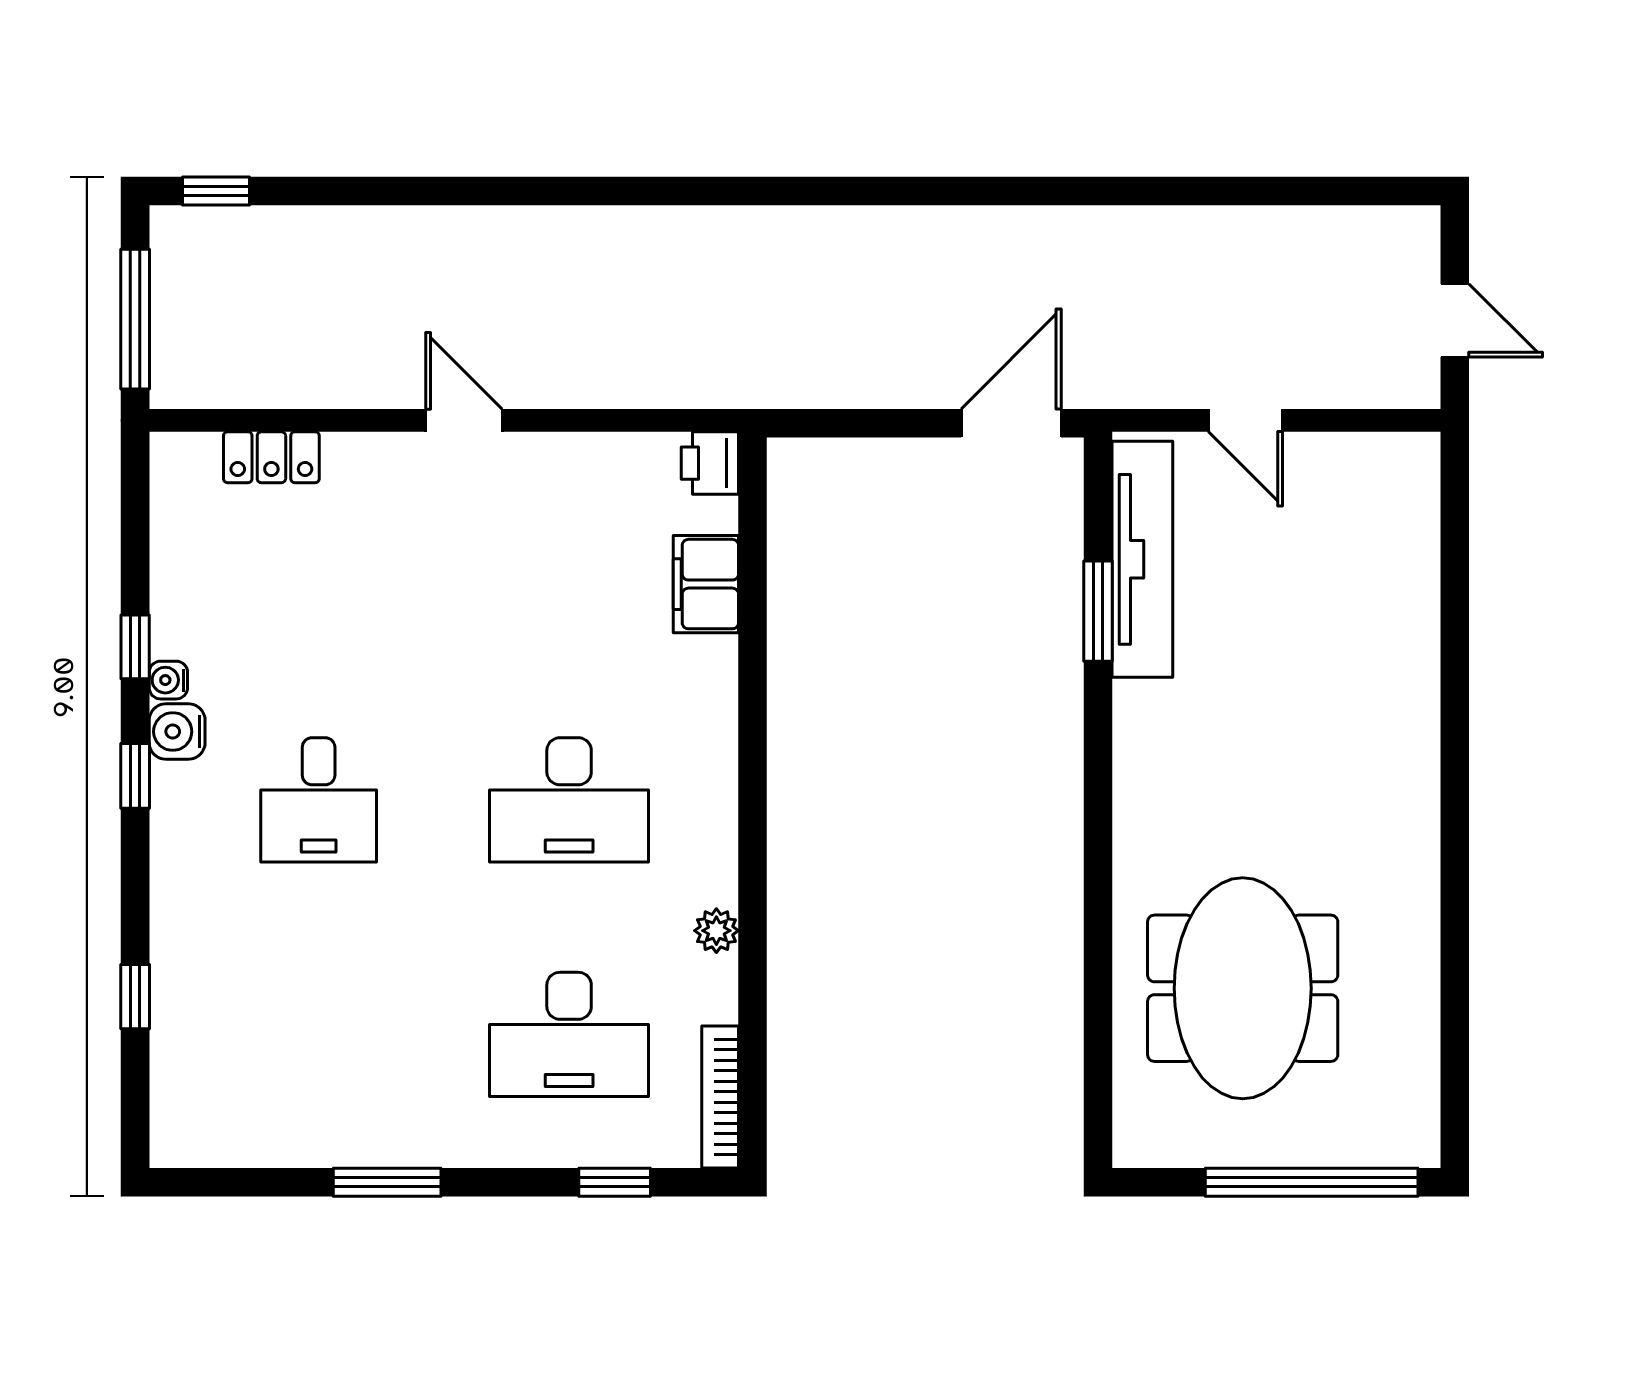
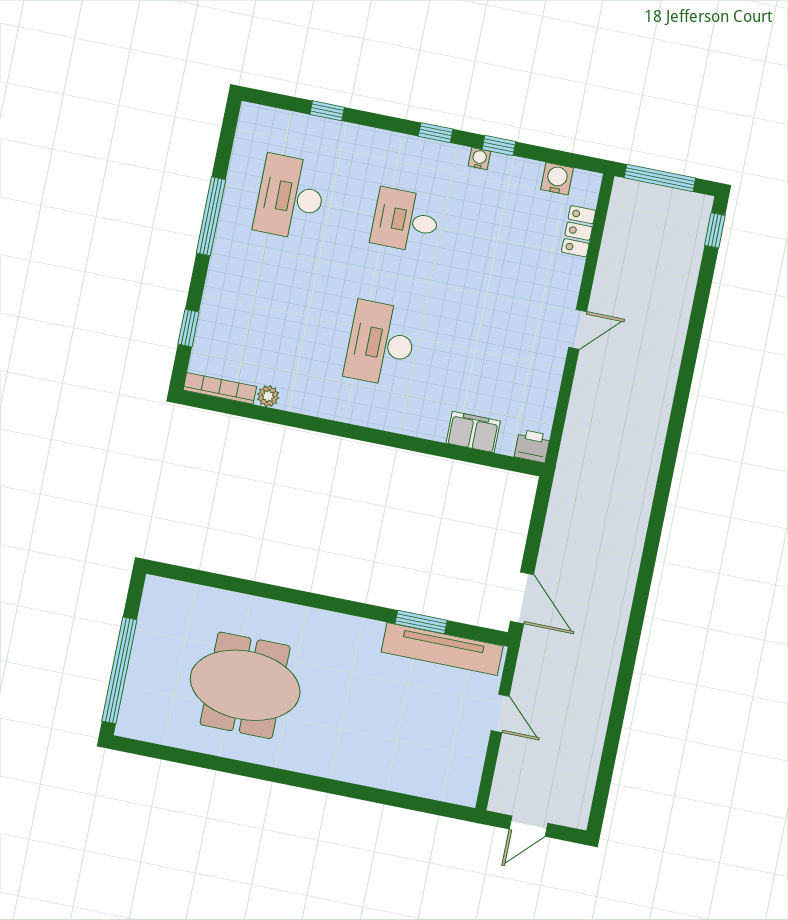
door: (1246, 420) -> (500, 713), swing flipped
water cooler: (177, 732) -> (557, 179), moved
plant: (716, 931) -> (268, 396), moved
meeting table: (1243, 988) -> (245, 685), moved
desk: (569, 1034) -> (290, 197), moved
window: (387, 1182) -> (211, 216), width x1.44

